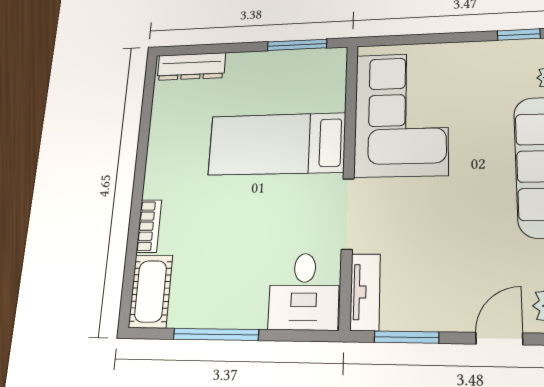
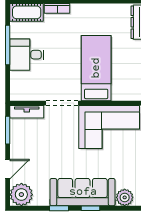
desk: (304, 291) -> (27, 55), moved
door: (499, 338) -> (8, 169), hinge flipped

